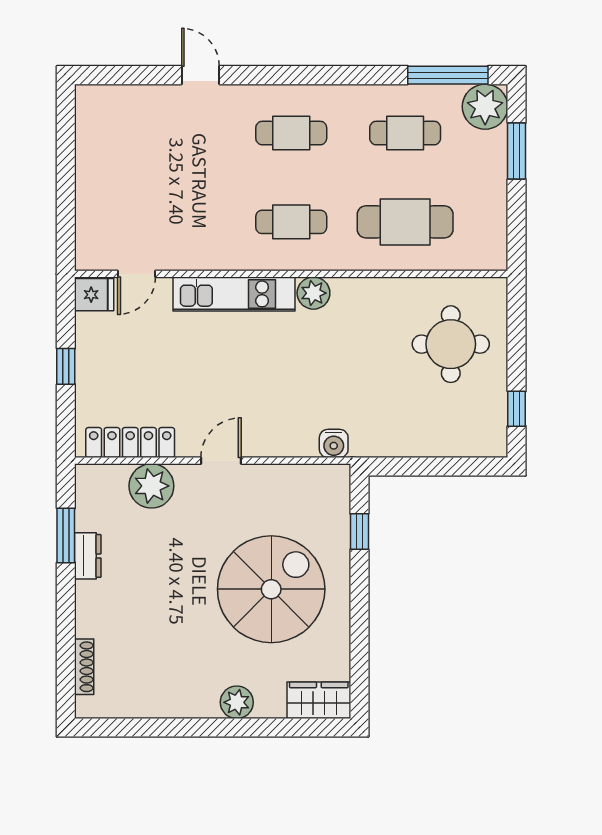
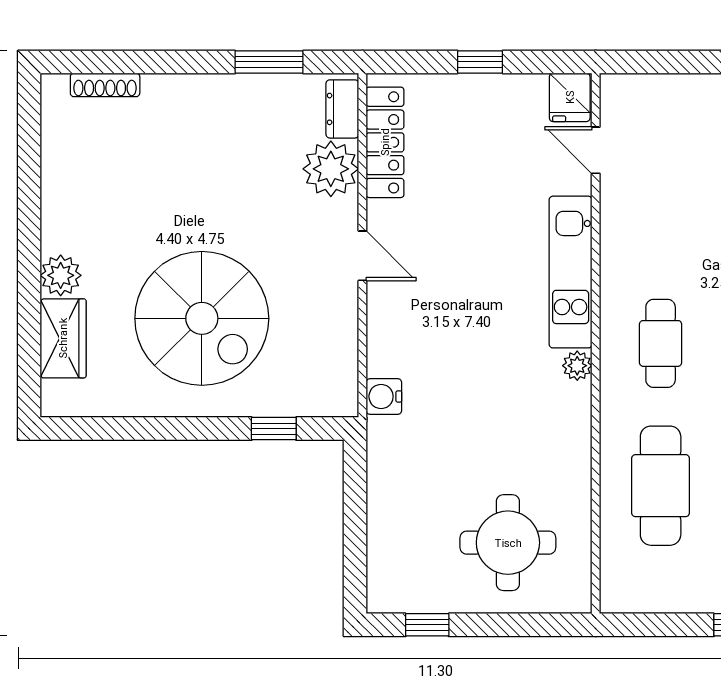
plant: (313, 293) -> (577, 366), width x0.73, depth x0.73
dresser: (88, 556) -> (342, 109), moved, turned 90
wardrobe: (319, 700) -> (63, 338), moved

